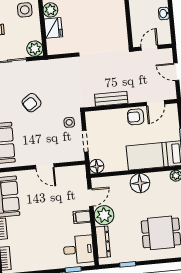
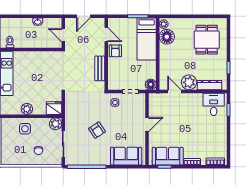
fridge: (53, 28) -> (54, 108), moved
floor lamp: (140, 183) -> (167, 37), moved
filing cabinet: (82, 217) -> (189, 99), removed

